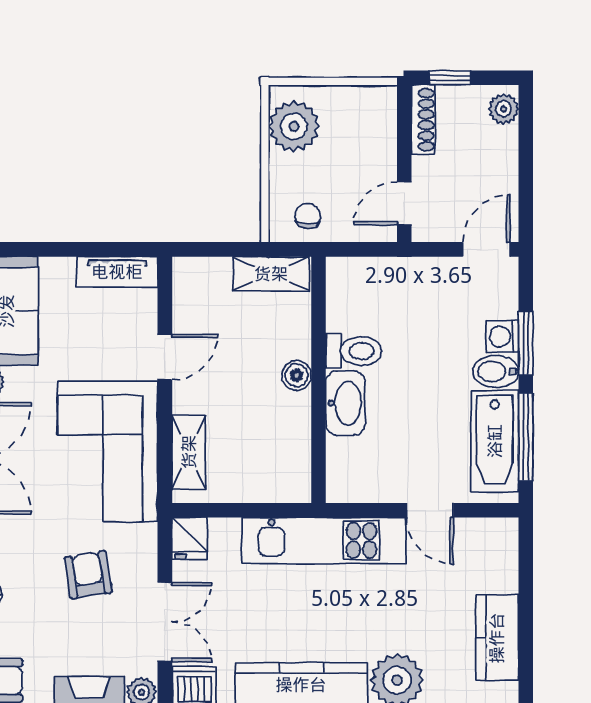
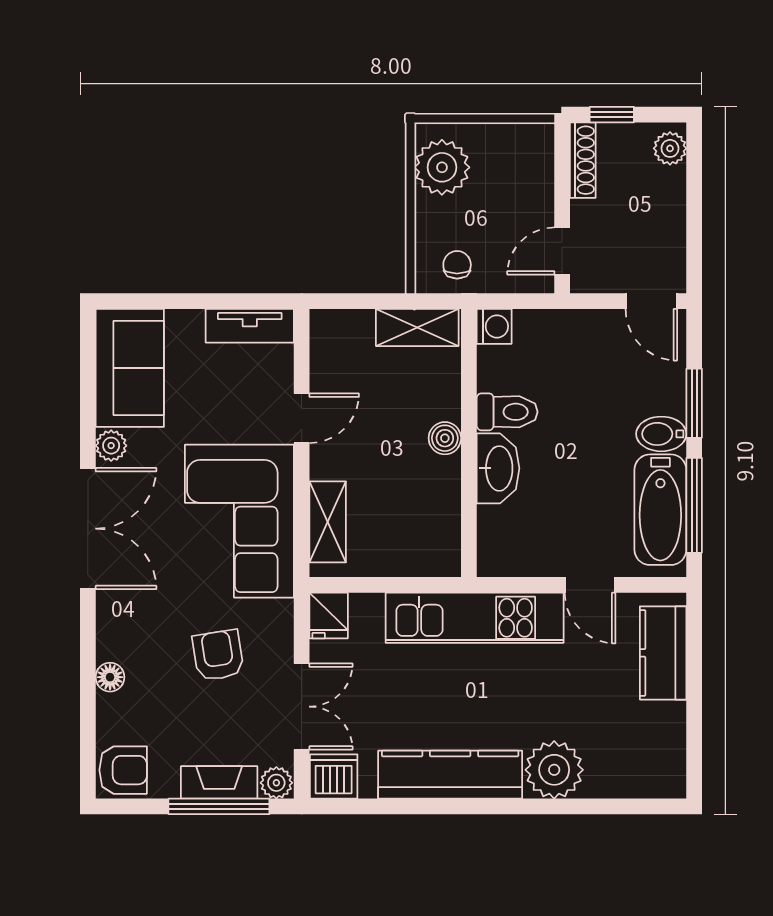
door: (486, 249) -> (651, 301), swing flipped
washing machine: (503, 336) -> (494, 326), moved, turned 180
kitchen counter: (497, 638) -> (663, 653), moved

